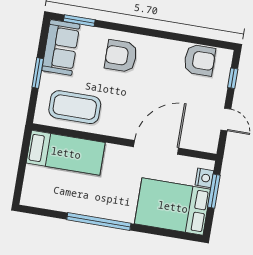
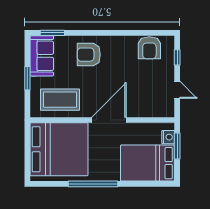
armchair: (200, 60) -> (149, 48), turned 90
door: (156, 147) -> (109, 120), moved
bed: (66, 153) -> (59, 149), width x2.04

